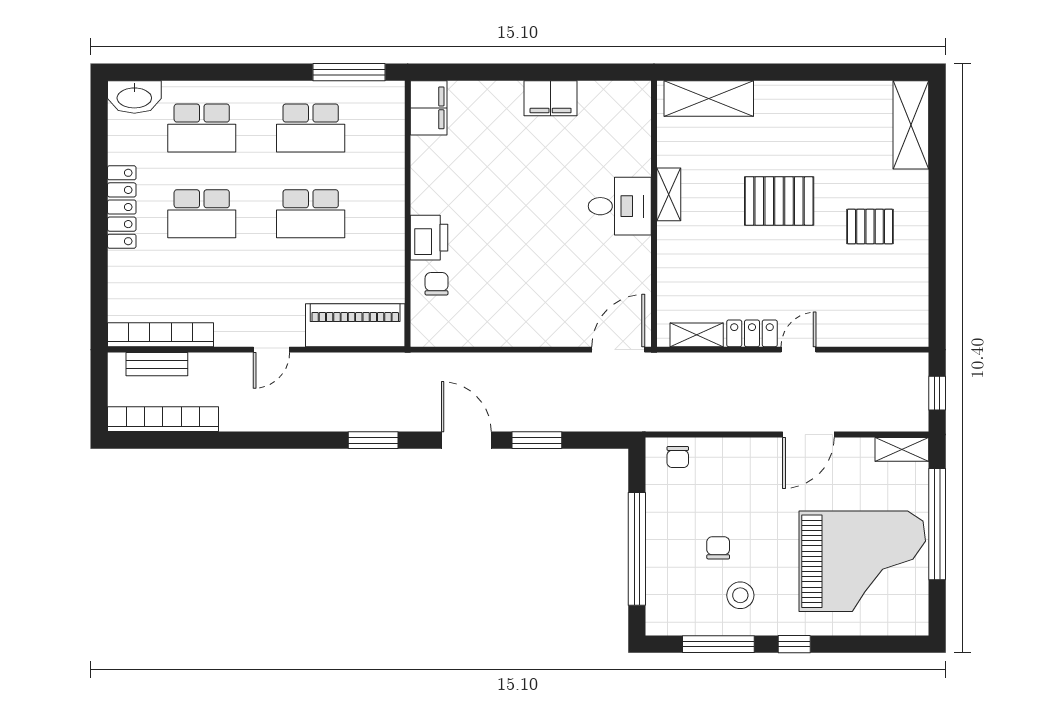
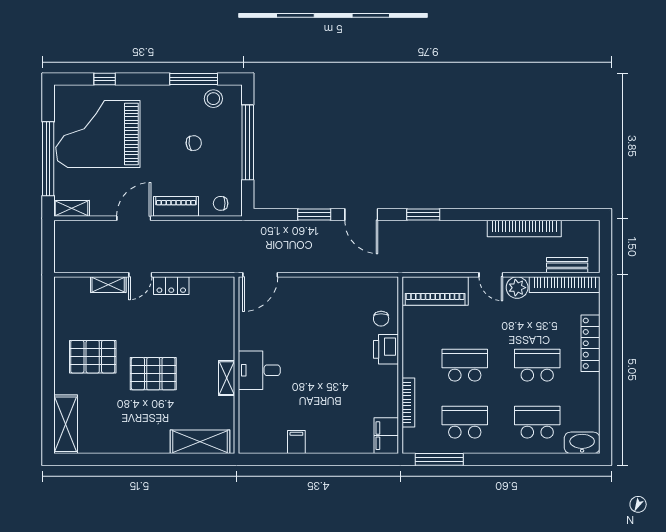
filing cabinet: (551, 98) -> (296, 442), width x0.50
bookcase: (395, 158) -> (408, 403), added
locker: (122, 207) -> (590, 343), moved
pallet: (870, 227) -> (93, 357), width x1.50, depth x1.42
plant: (232, 330) -> (517, 288), added
shelving: (697, 335) -> (108, 285), moved
door: (271, 350) -> (491, 275), swing flipped
window: (937, 393) -> (48, 246), removed
bookcase: (163, 419) -> (524, 229), moved
piano: (745, 452) -> (176, 206), added
chair: (678, 457) -> (221, 203), turned -90
chair: (718, 548) -> (194, 143), turned -96
stool: (740, 595) -> (213, 99), moved
window: (794, 644) -> (105, 79), moved

